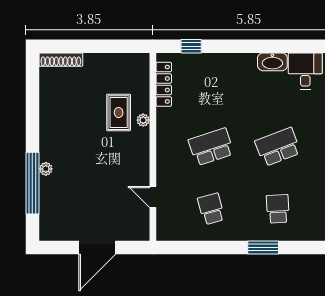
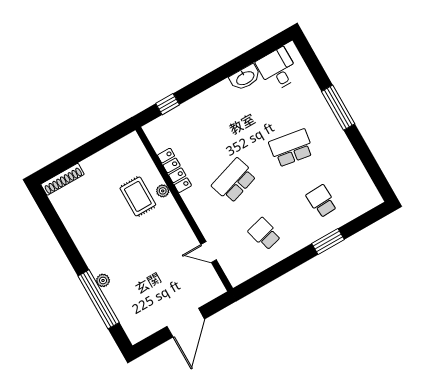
locker: (164, 84) -> (174, 170), moved
school desk: (278, 147) -> (291, 148), turned 30

